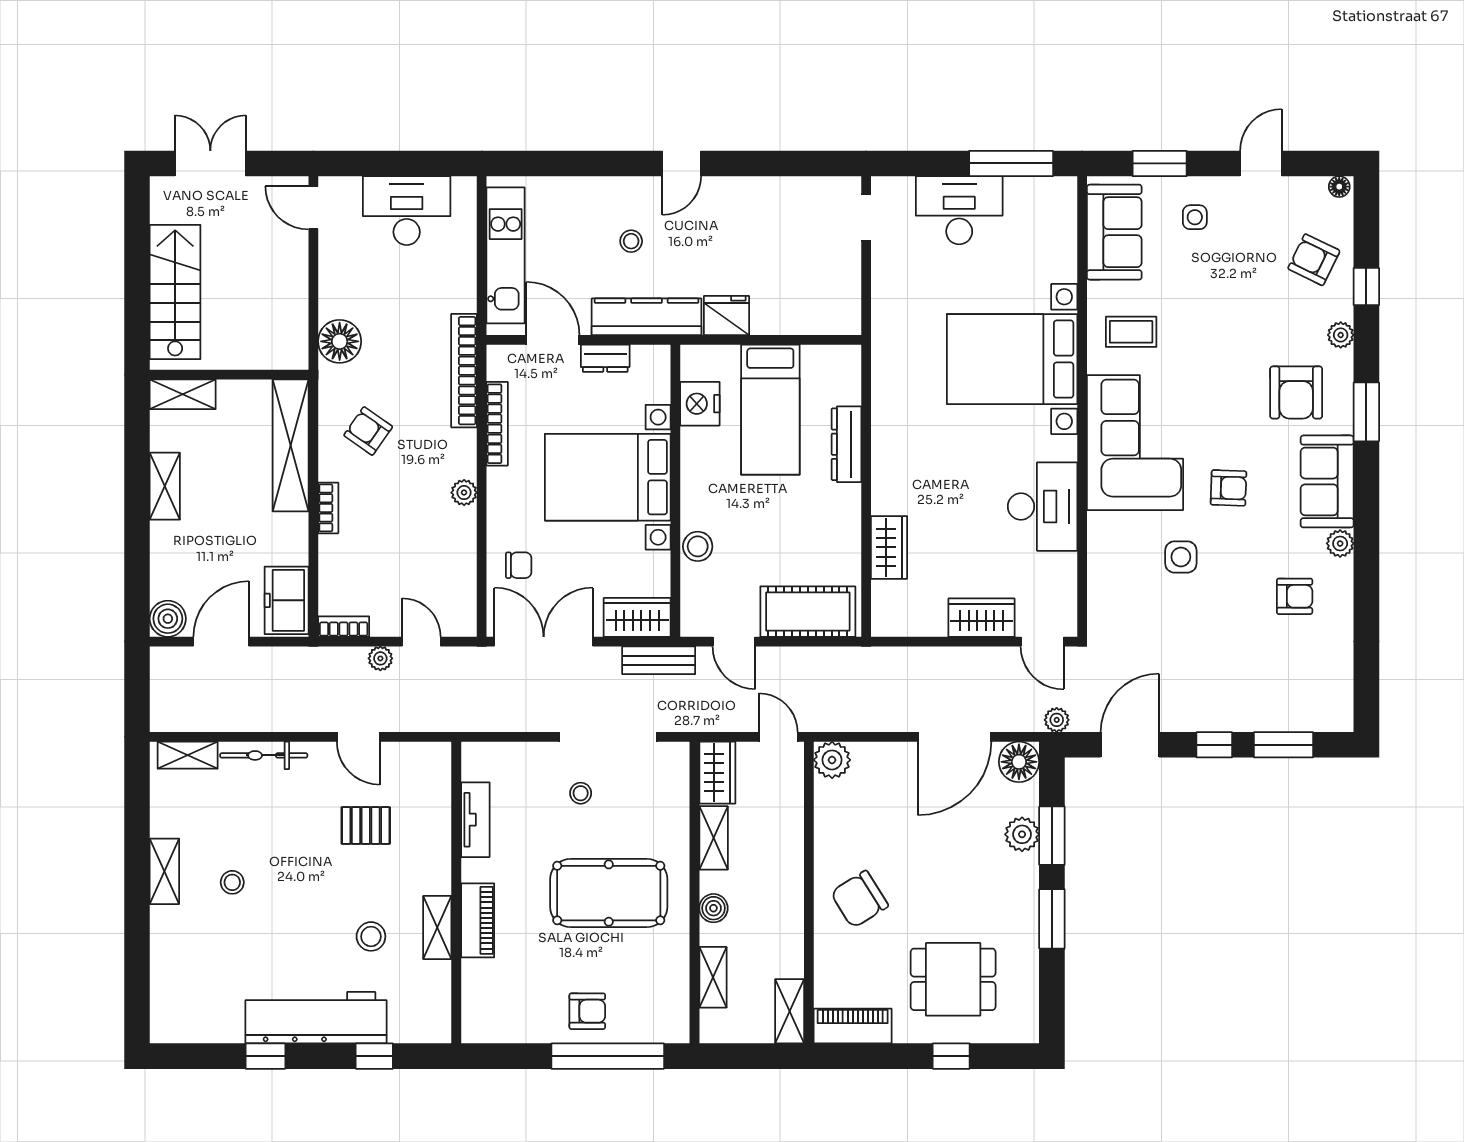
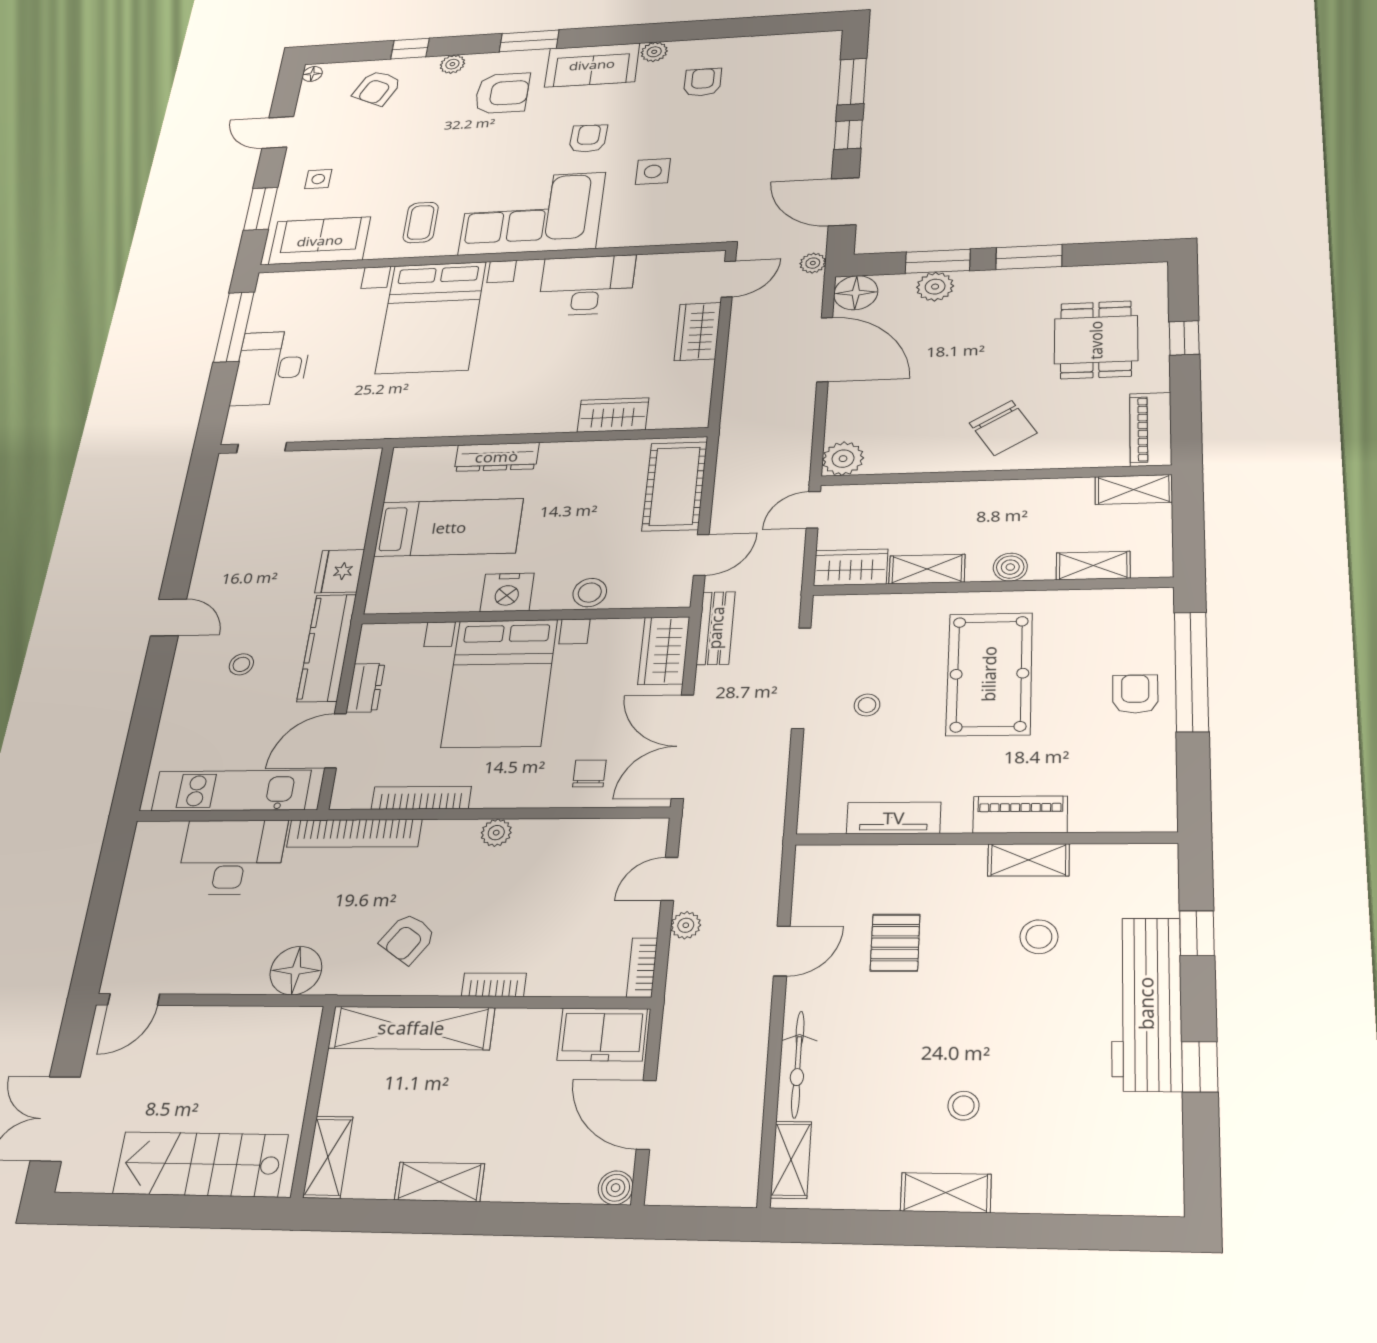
desk: (407, 211) -> (232, 857), moved, turned 90
nightstand: (700, 404) -> (507, 592), moved
boiler: (168, 619) -> (616, 1188), width x0.73, depth x0.73

